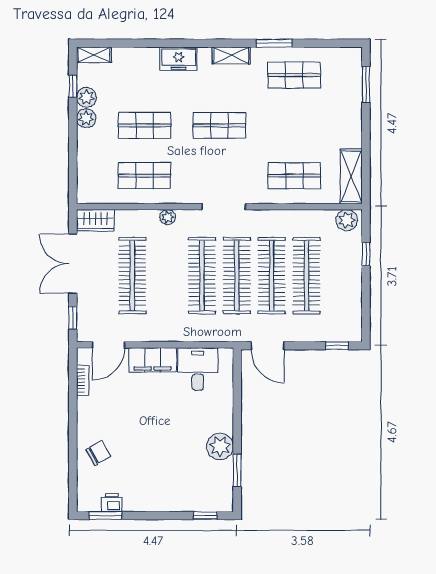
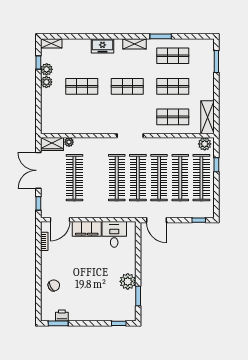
shop shelf: (144, 176) -> (173, 86), moved
plant: (168, 217) -> (69, 142), moved
clothes rail: (341, 276) -> (201, 178), added

